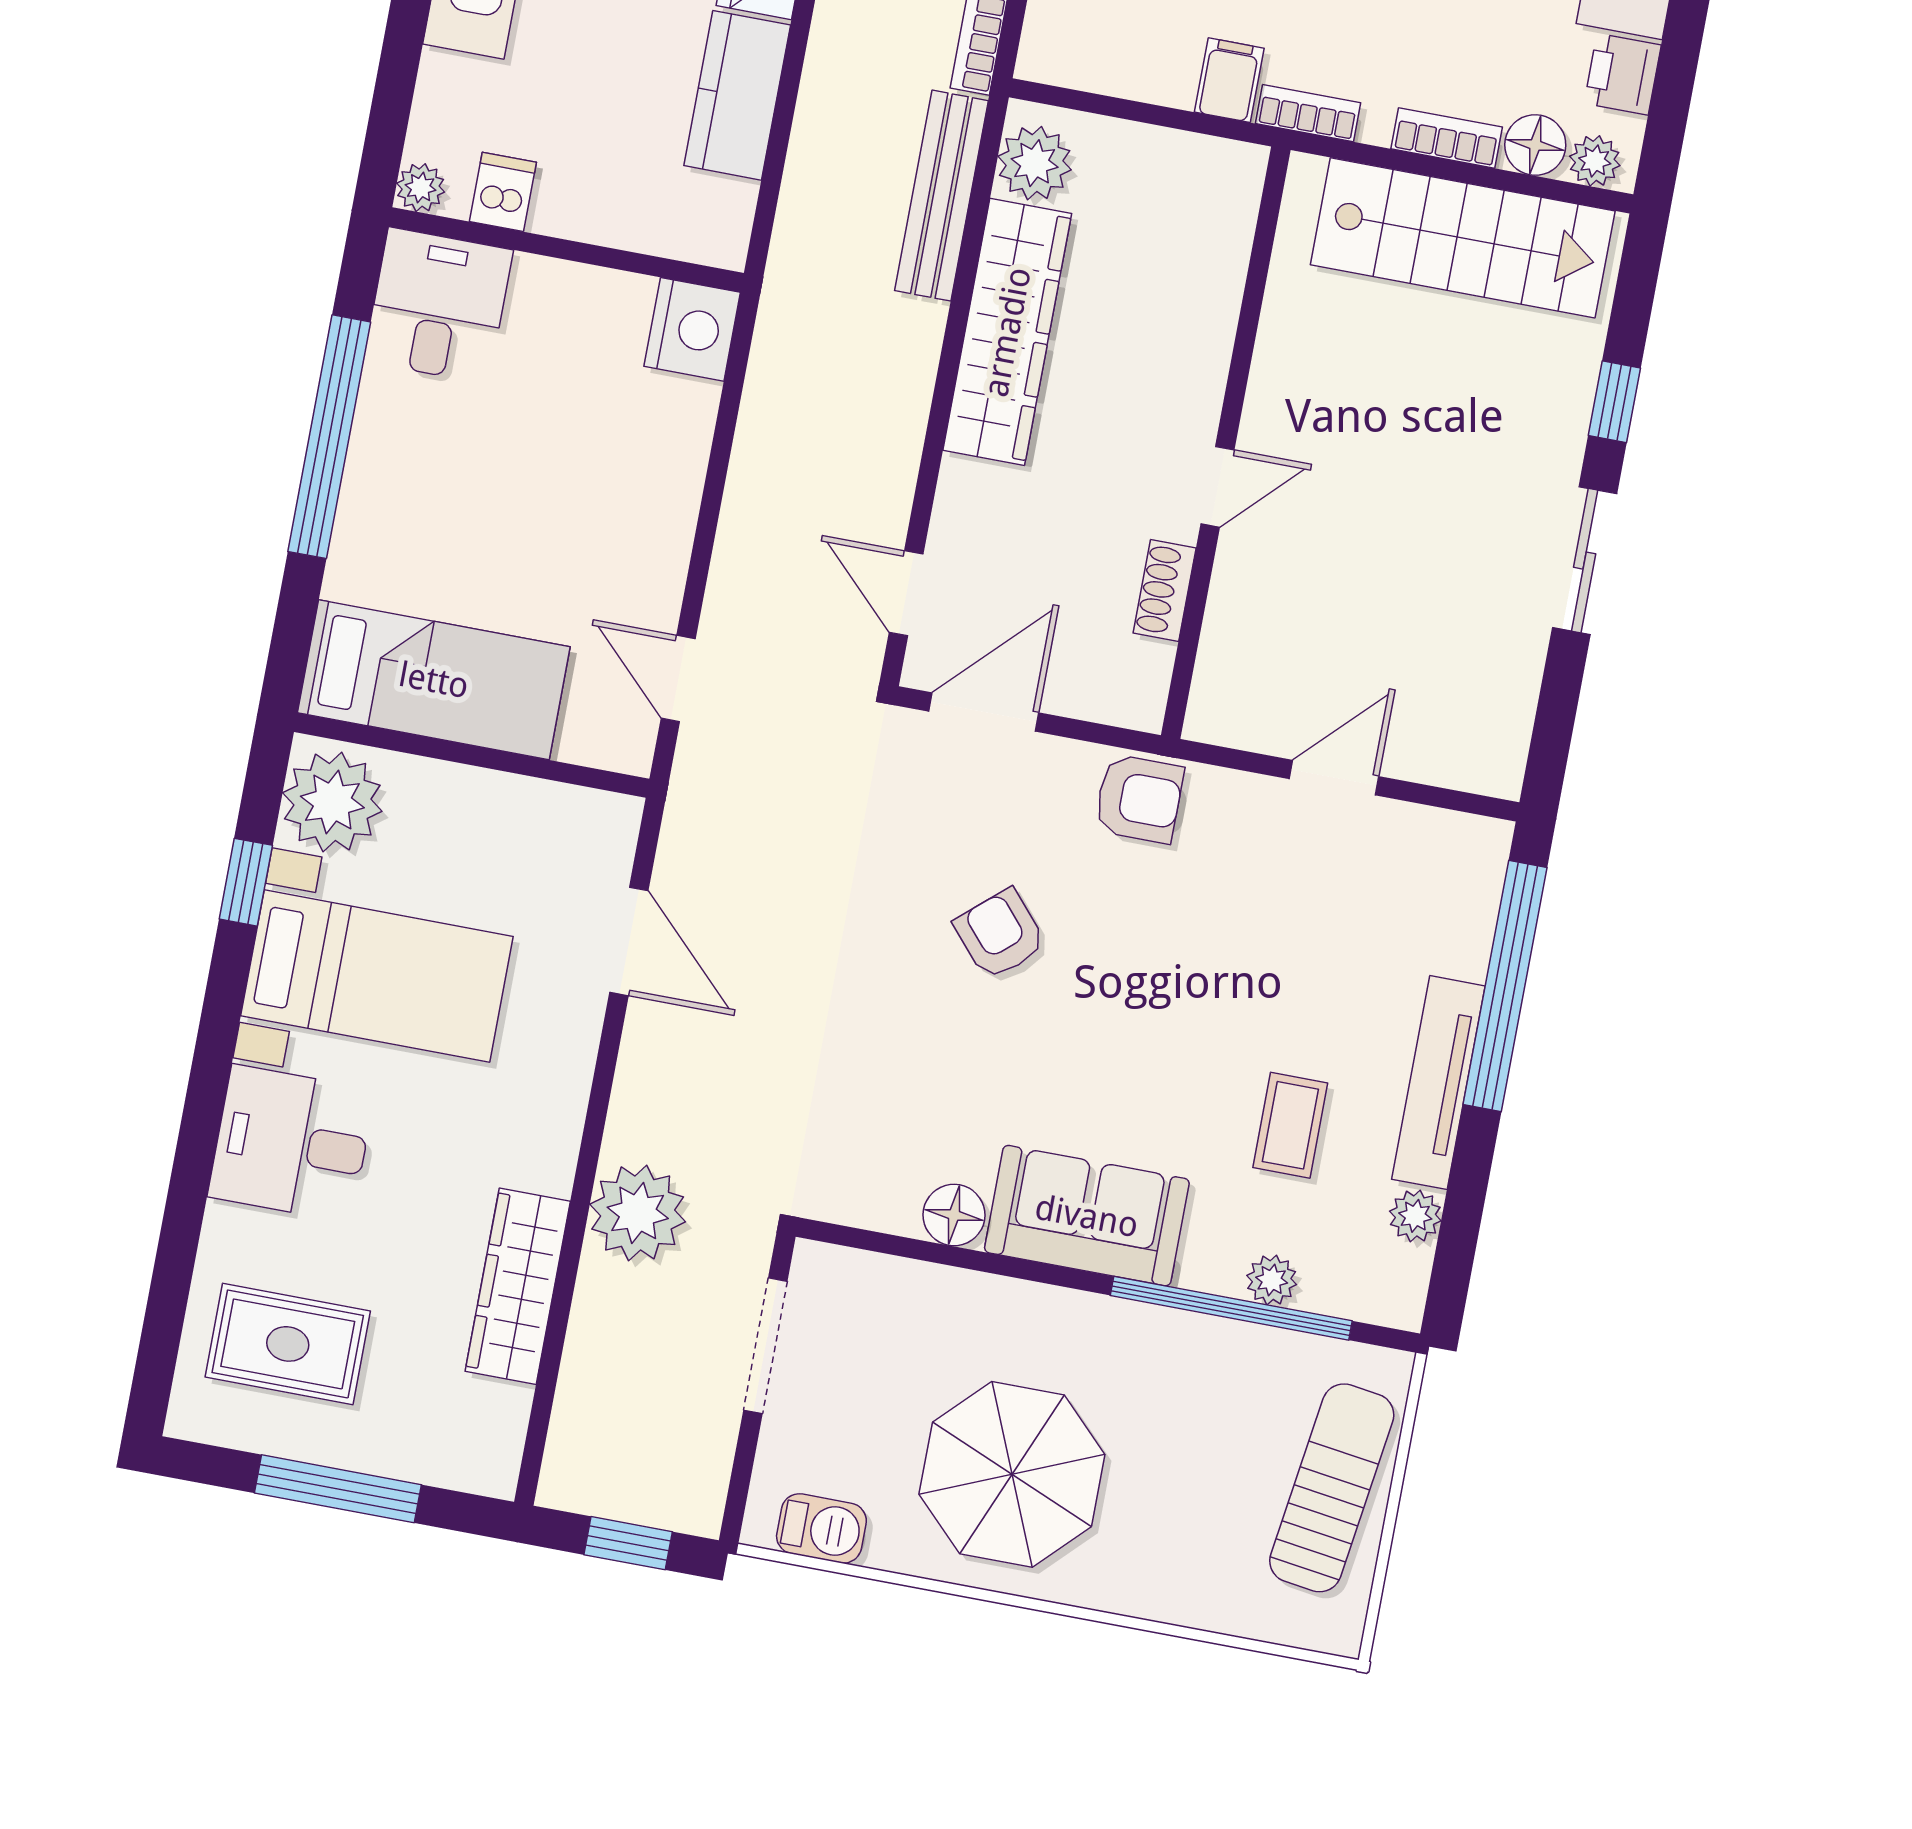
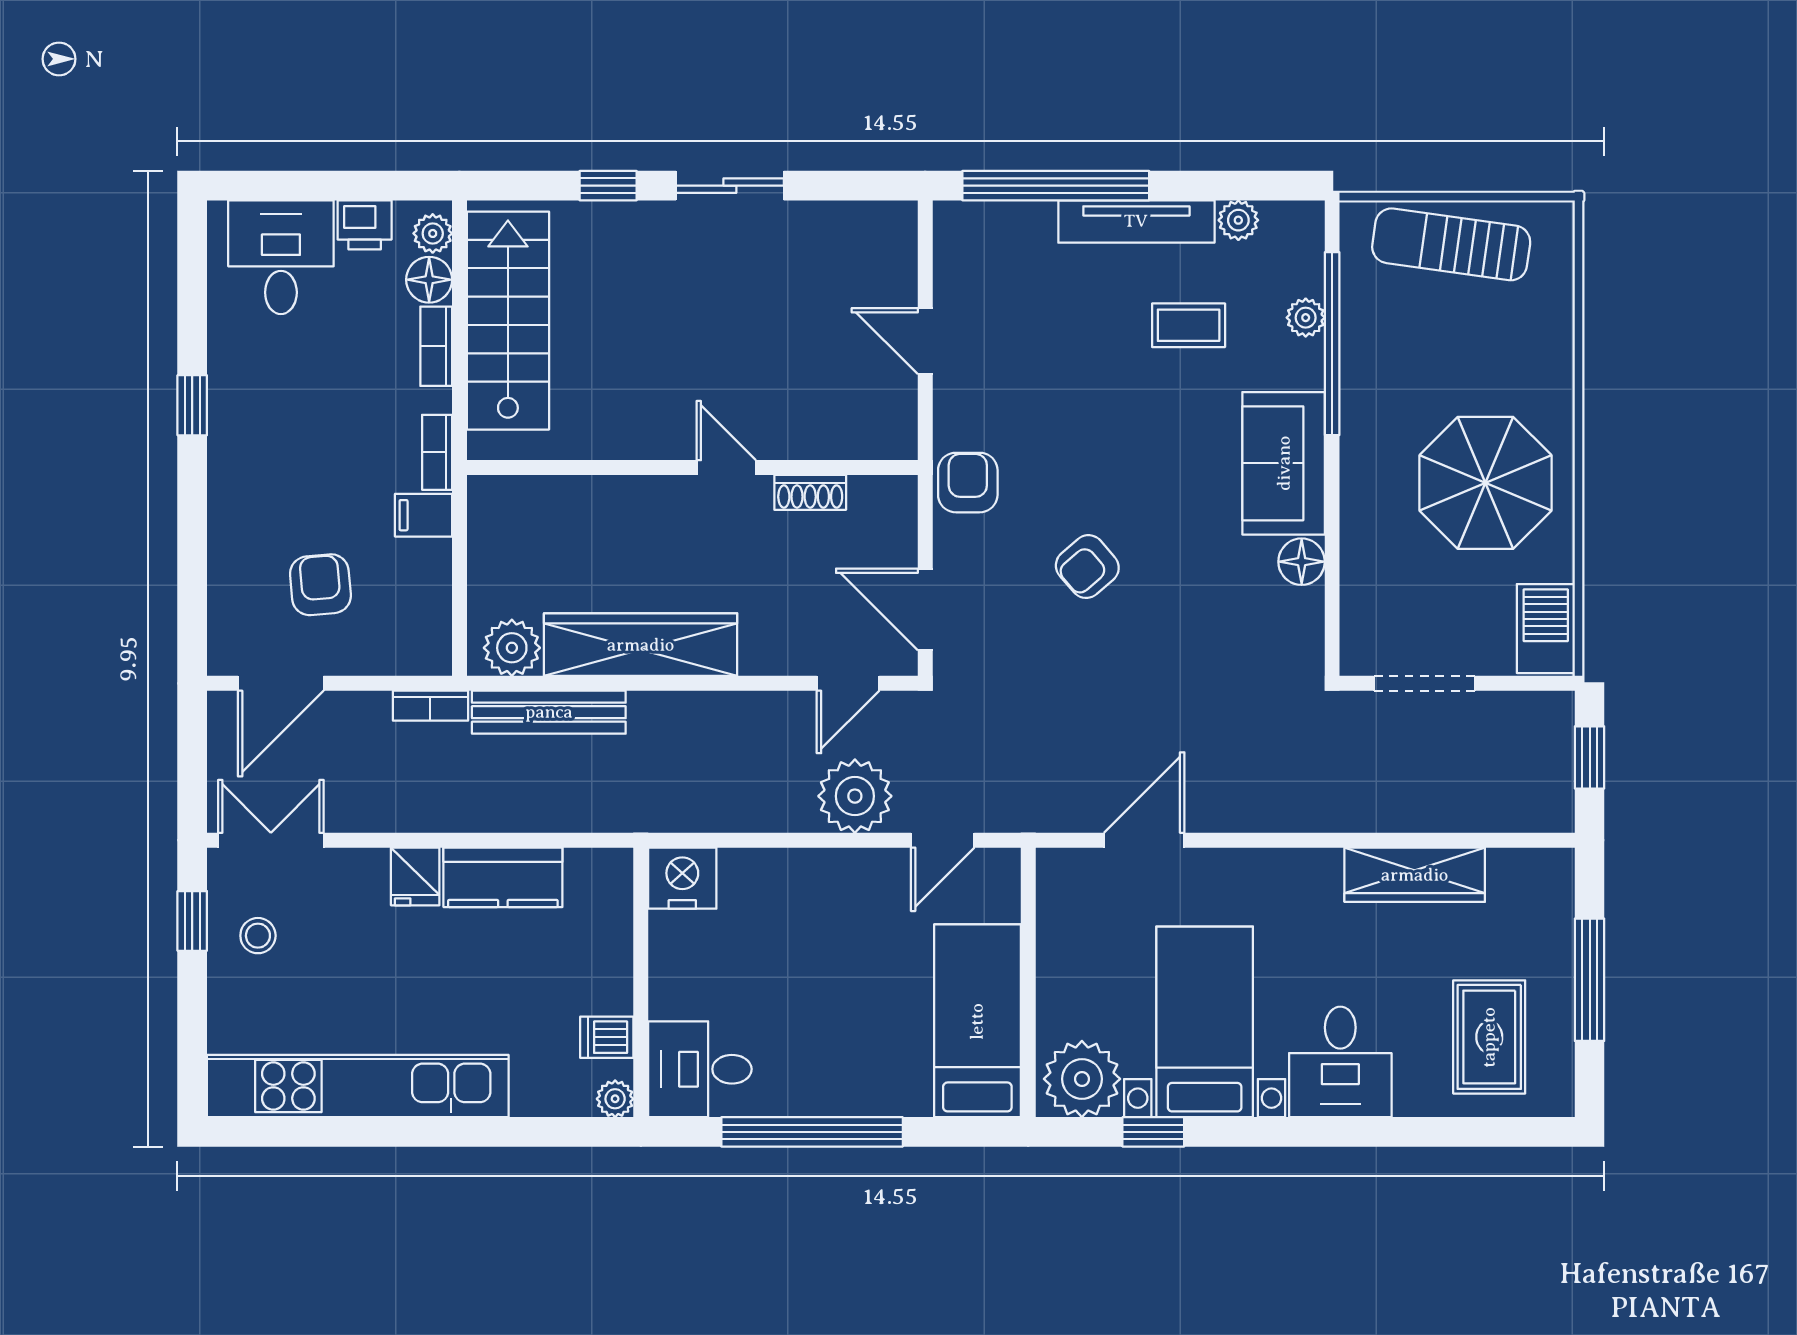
plant: (638, 1213) -> (855, 796), moved
barbecue: (821, 1528) -> (1546, 629), width x1.38, depth x1.27

